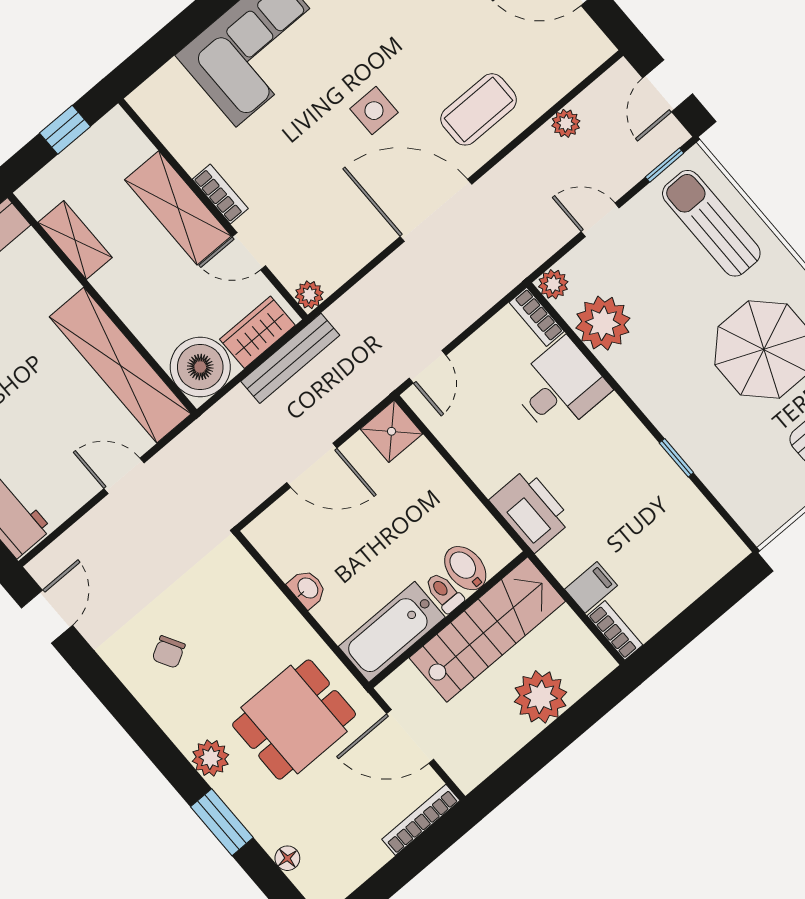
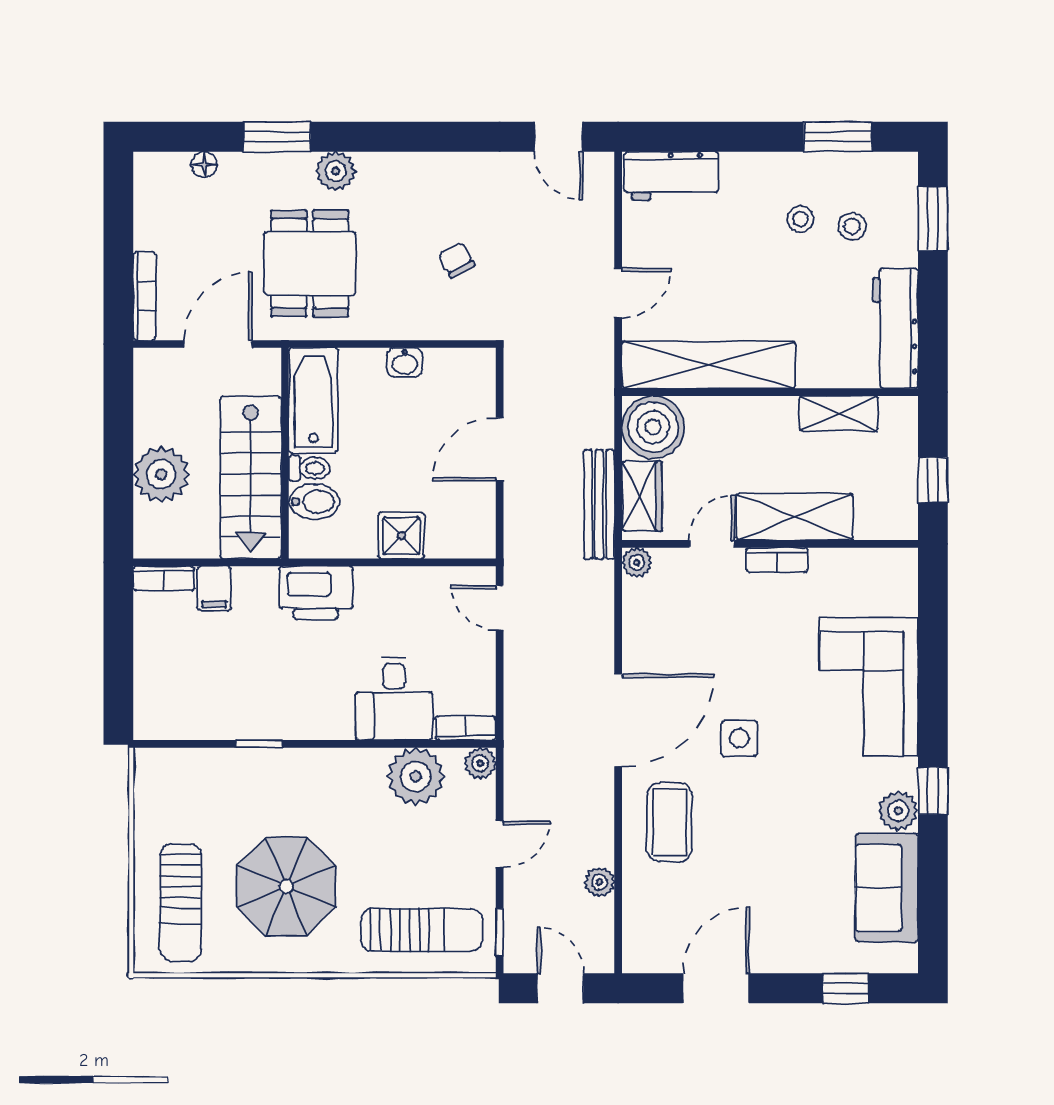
shower: (392, 431) -> (401, 536), moved
chair: (169, 652) -> (456, 260), moved

